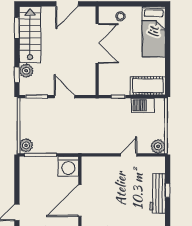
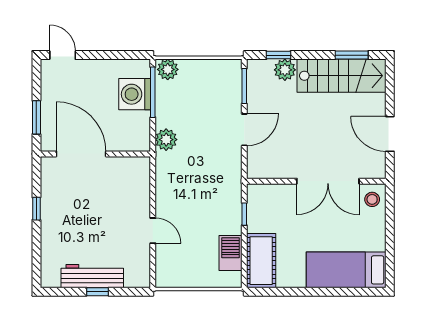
stool: (120, 16) -> (372, 199), moved
plant: (158, 146) -> (166, 140), moved
washing machine: (68, 166) -> (135, 94), moved

